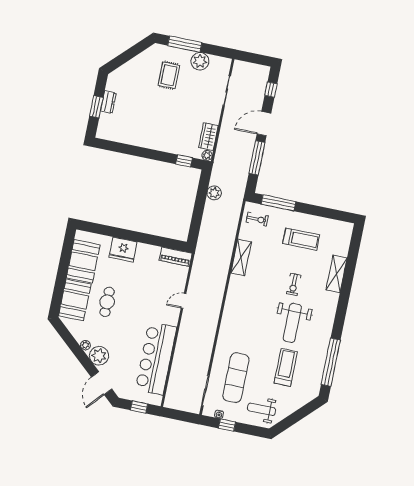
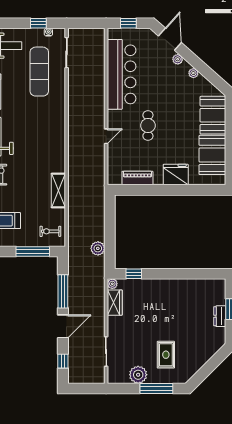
piano: (176, 257) -> (137, 178), moved
cafe table: (107, 302) -> (148, 126), moved
plant: (99, 356) -> (178, 59), width x0.53, depth x0.53

